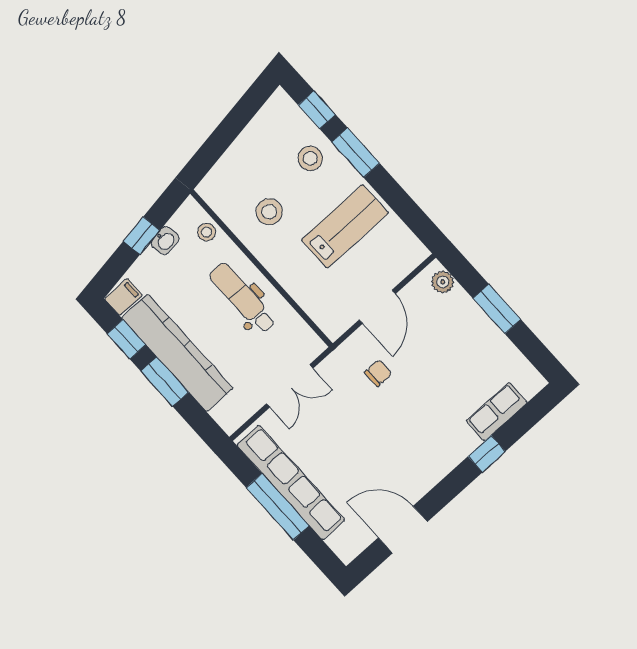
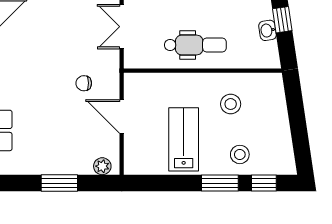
lab bench: (345, 226) -> (184, 139), turned 180
stool: (207, 232) -> (251, 58), removed
chair: (378, 373) -> (84, 83), turned 90

